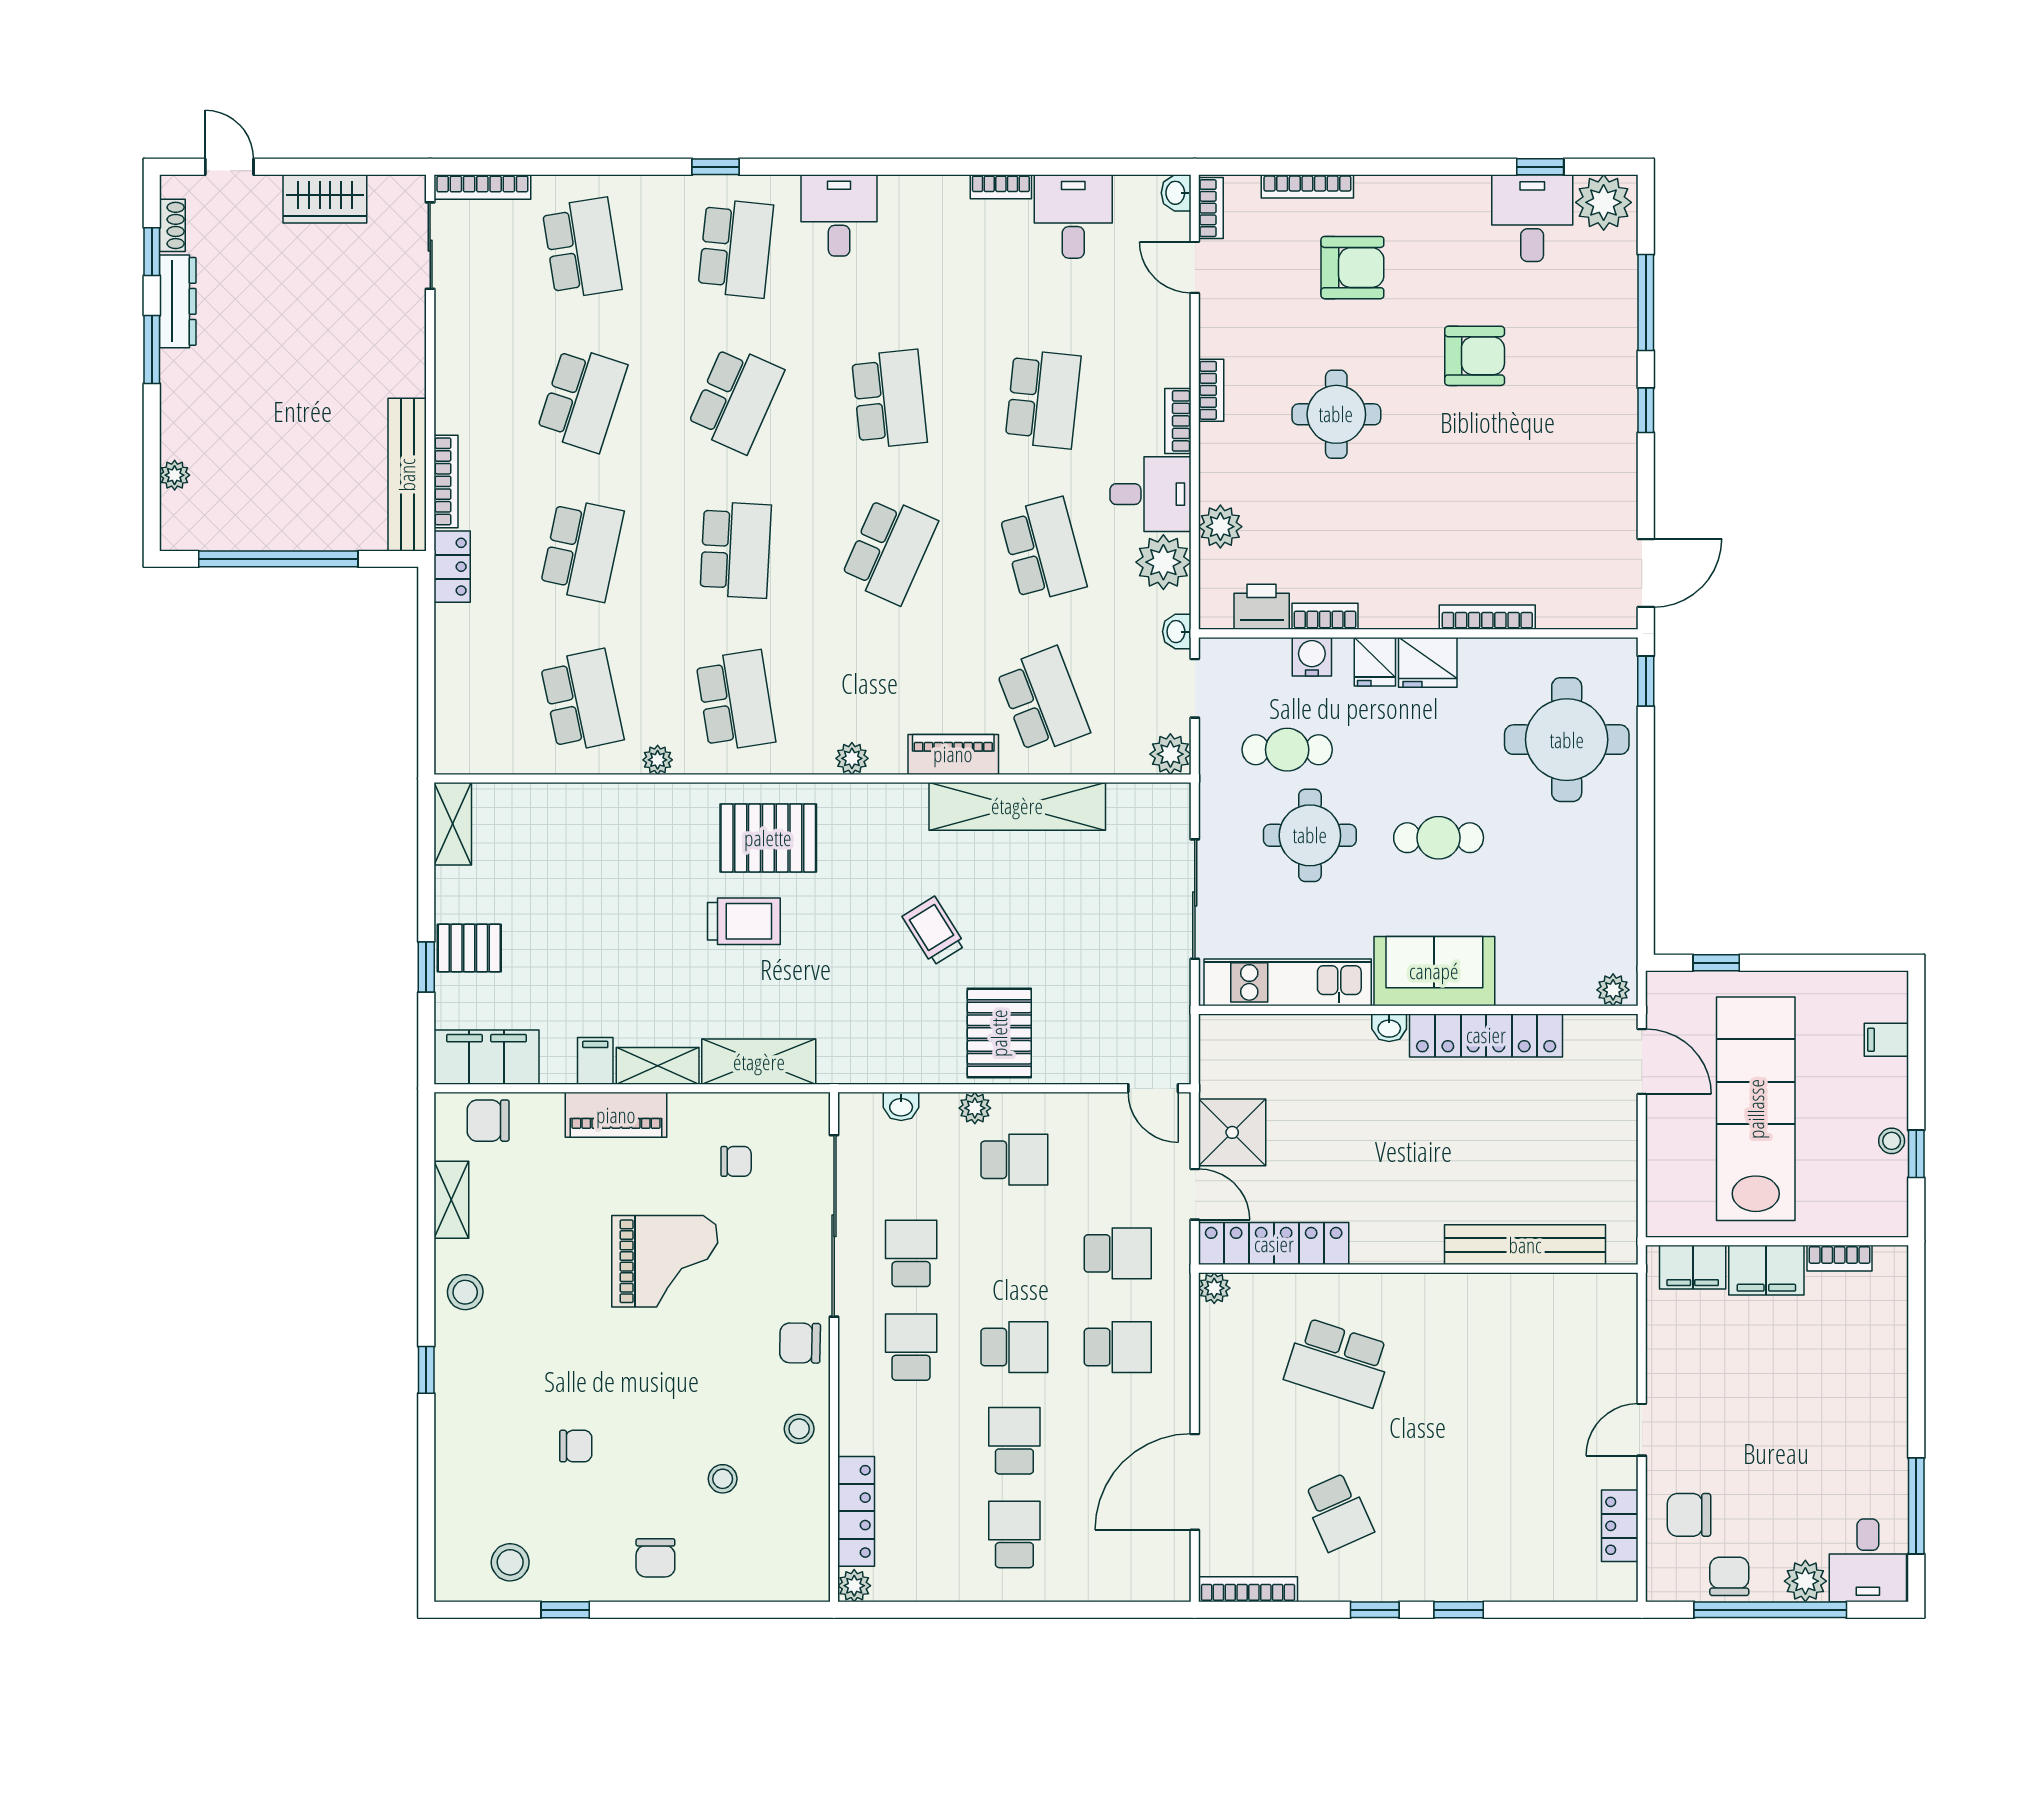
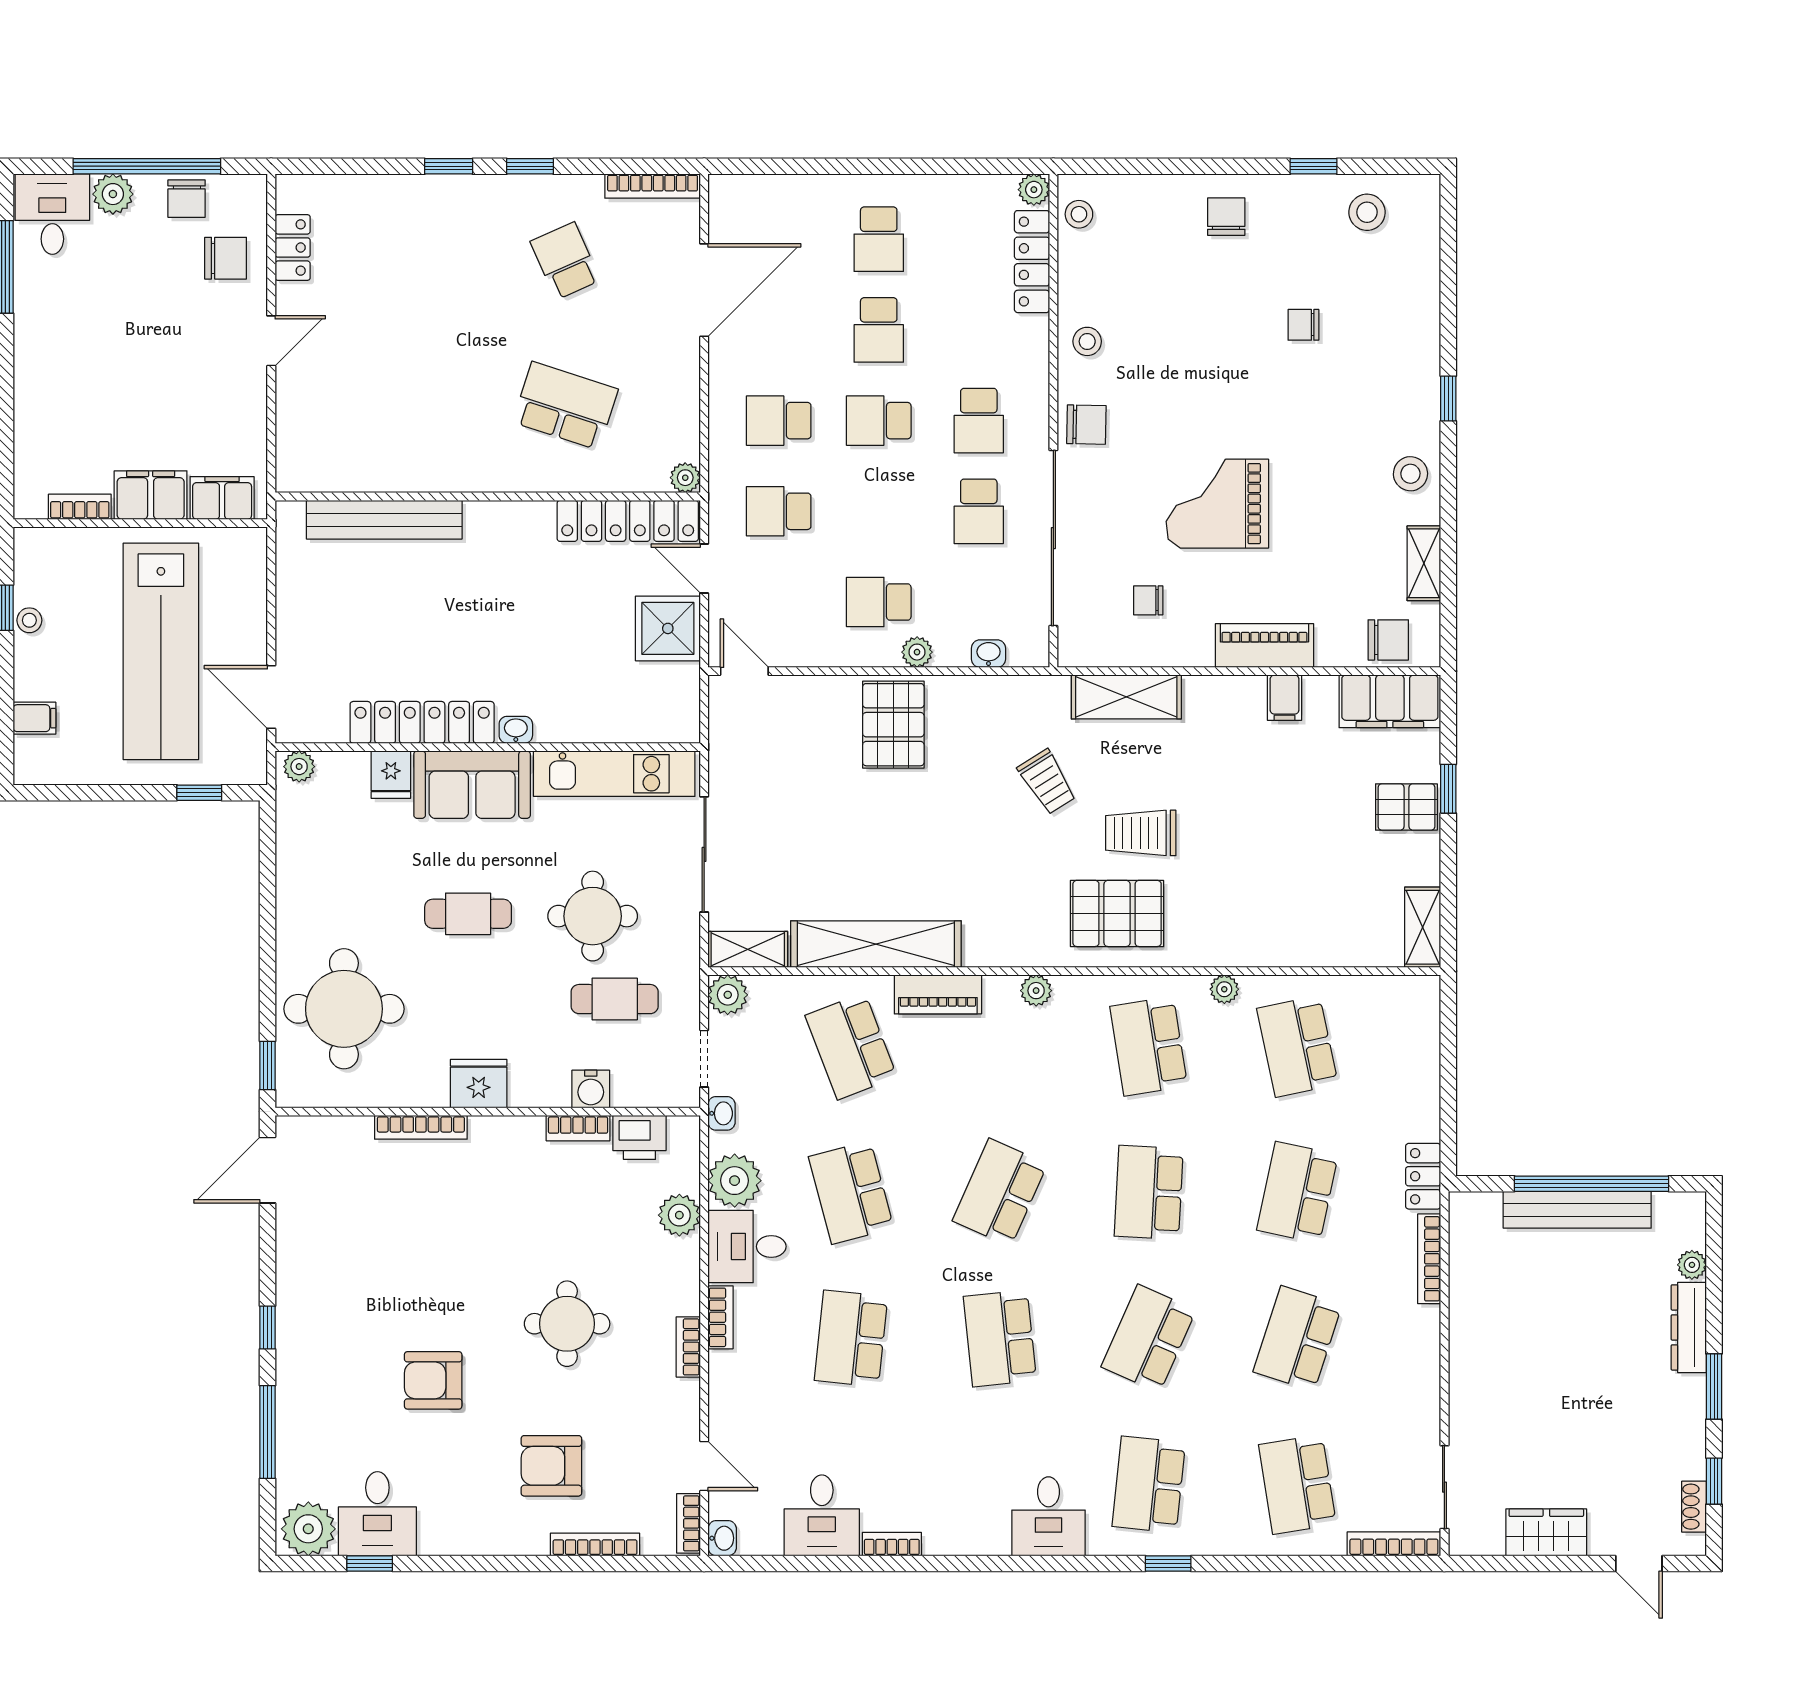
dresser: (178, 301) -> (1689, 1327), moved
bench: (407, 475) -> (1577, 1210), moved, turned 90
fridge: (1375, 662) -> (391, 775), moved, turned 180
trolley: (934, 931) -> (1047, 782), moved
shelving: (658, 1066) -> (748, 949), moved
stool: (723, 1479) -> (1079, 214), moved

